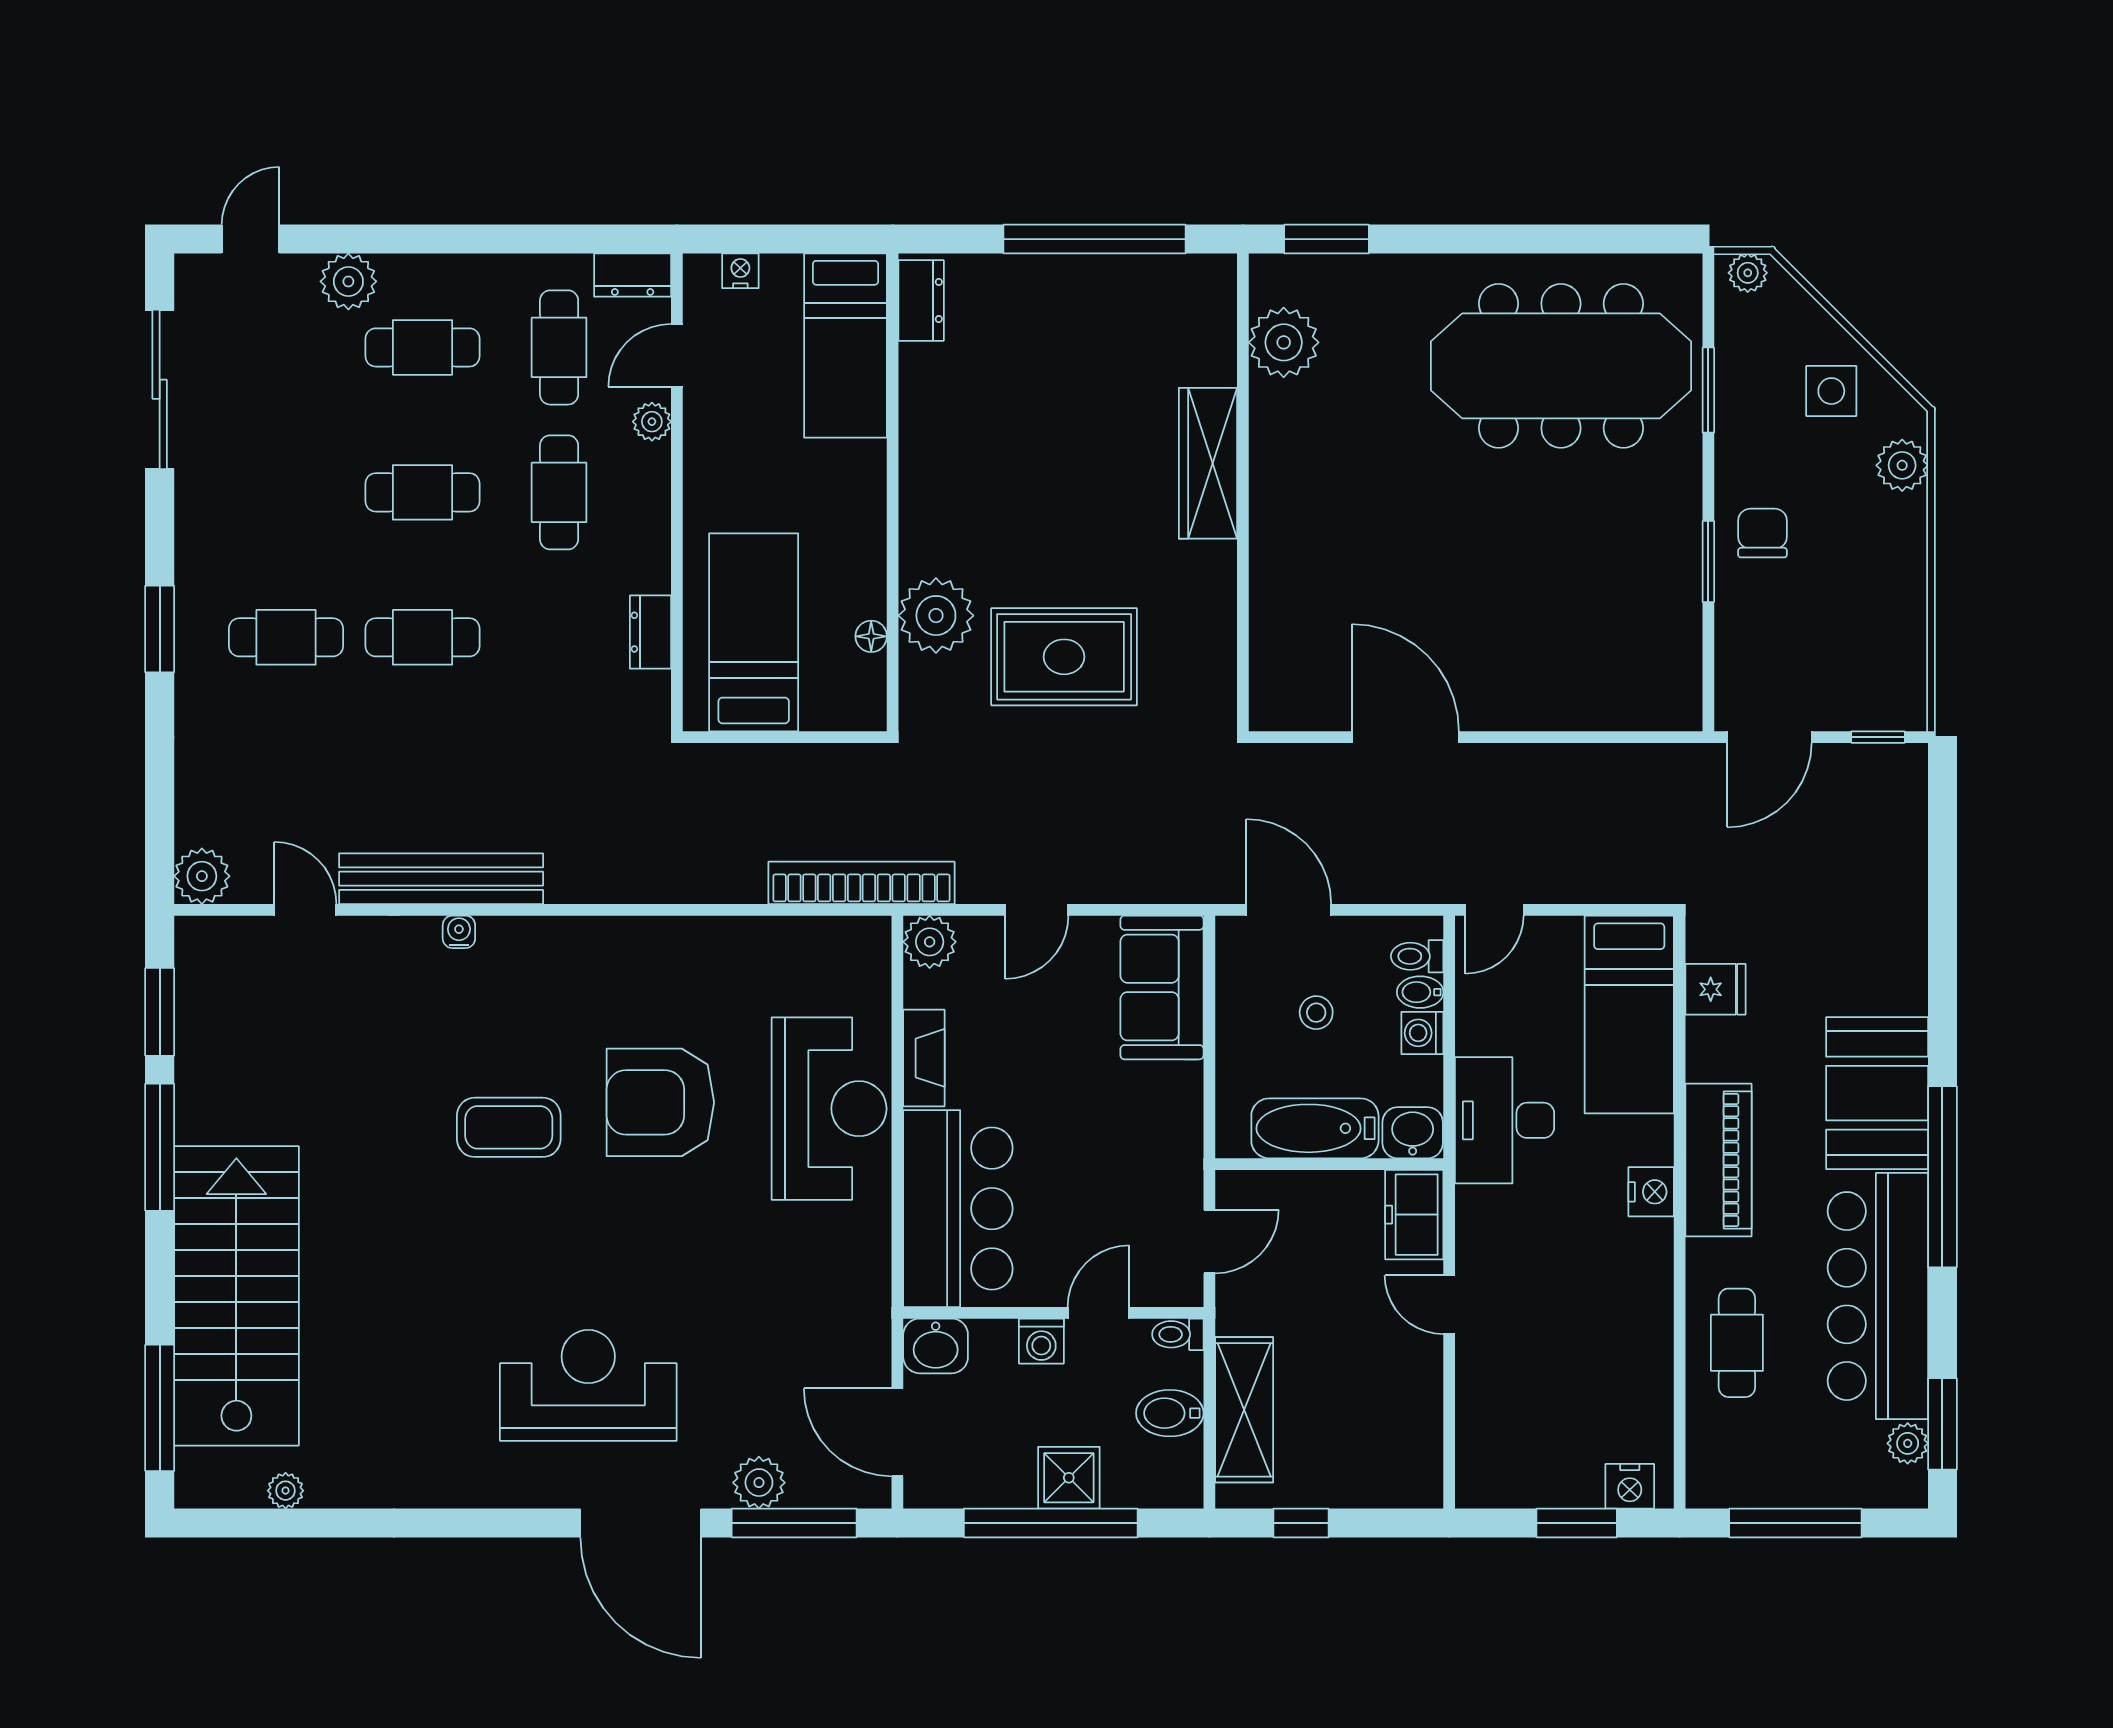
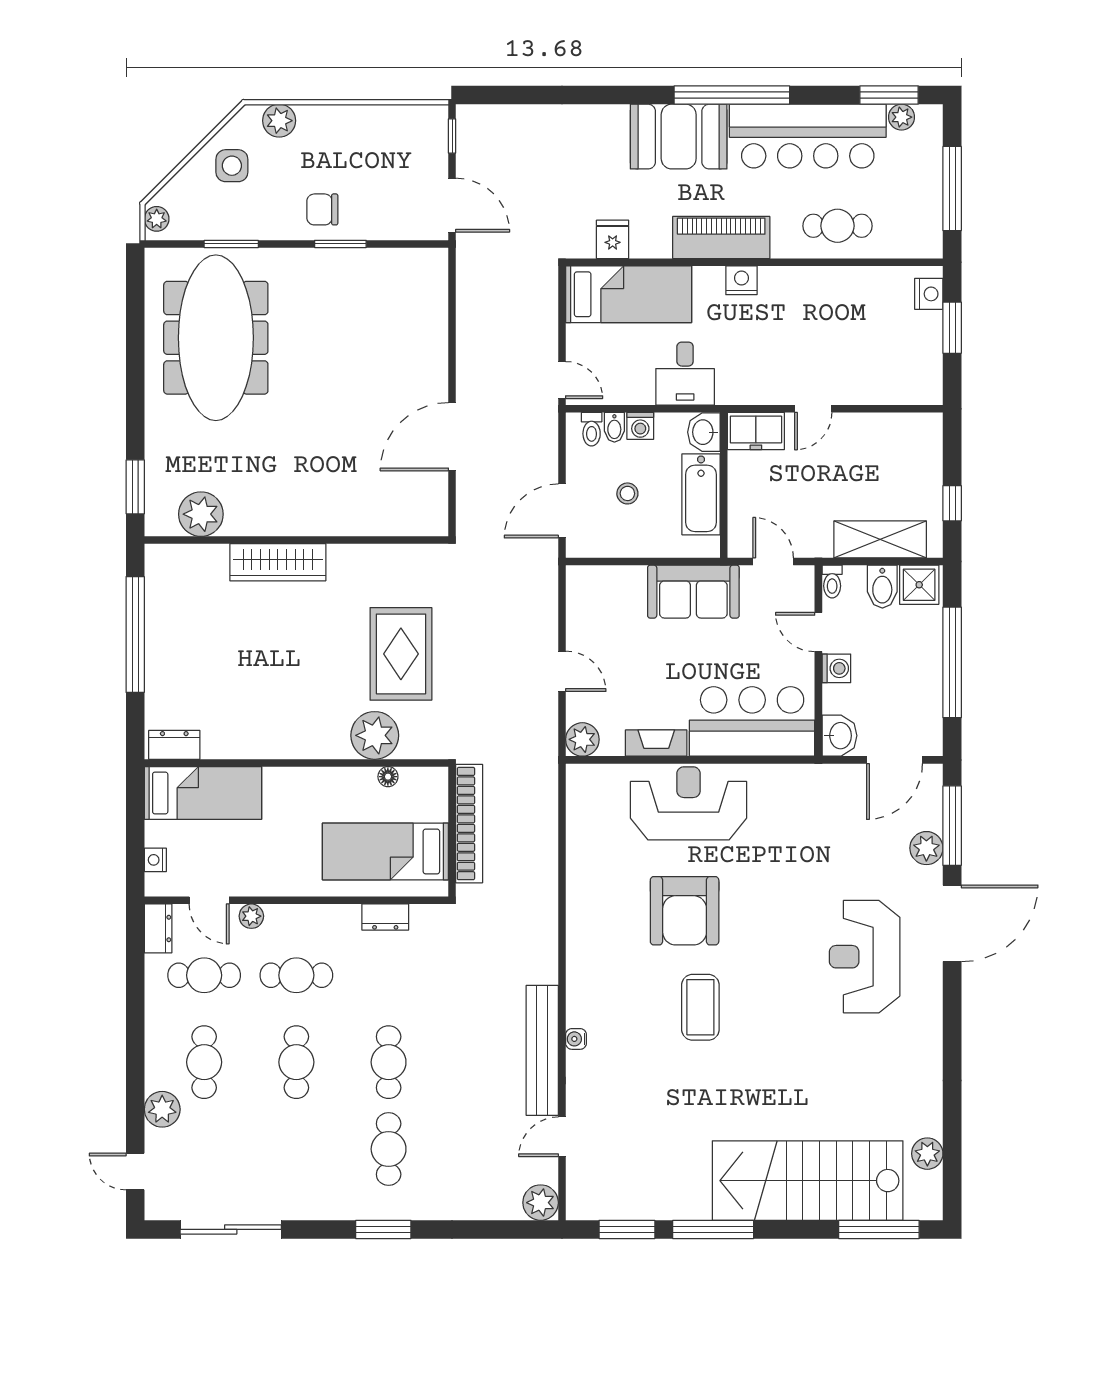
bookcase: (861, 883) -> (469, 824), moved, turned 180
sofa: (1162, 987) -> (693, 592), moved
desk: (1505, 1120) -> (685, 374), width x0.73
shower: (1069, 1478) -> (919, 585), moved
plant: (286, 1491) -> (927, 1154), width x1.38, depth x1.38

